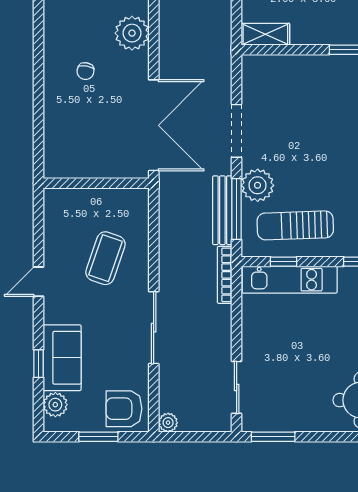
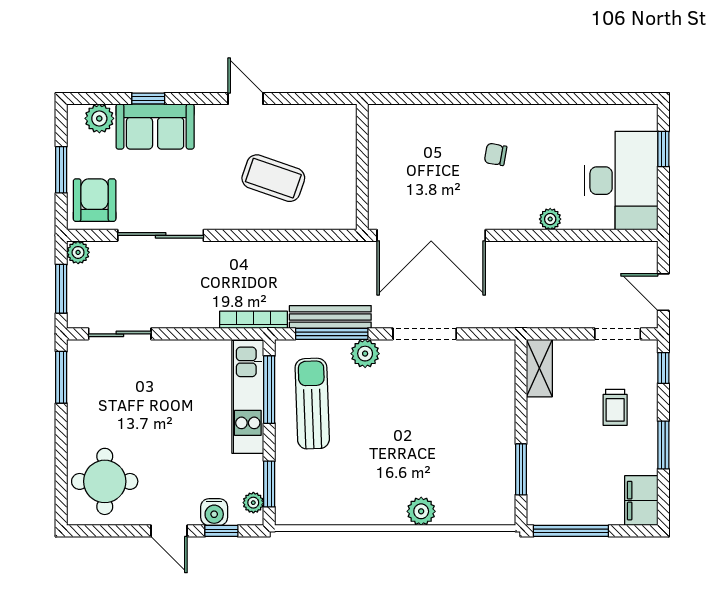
plant: (132, 33) -> (550, 219), width x0.53, depth x0.53
plant: (258, 185) -> (365, 354), width x0.73, depth x0.73
window: (283, 262) -> (269, 390), width x2.17
sliding door: (154, 328) -> (161, 235), moved
window: (199, 437) -> (61, 289), added

